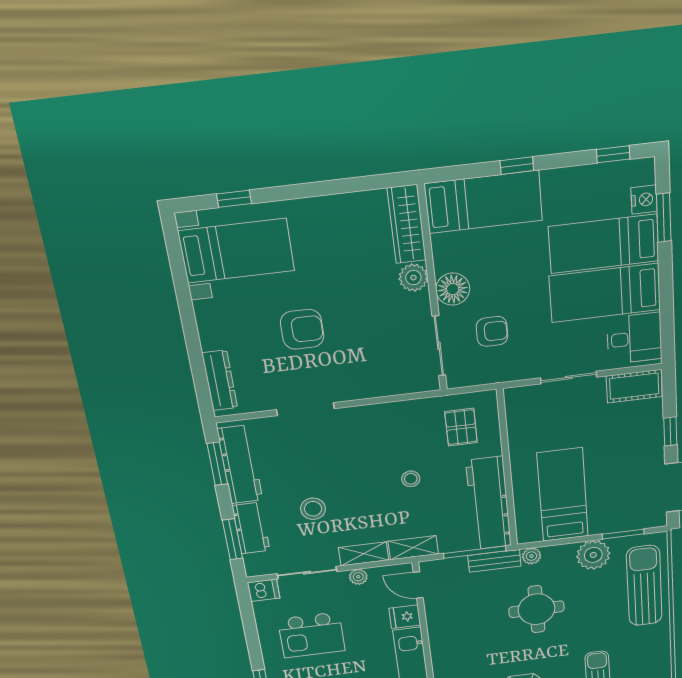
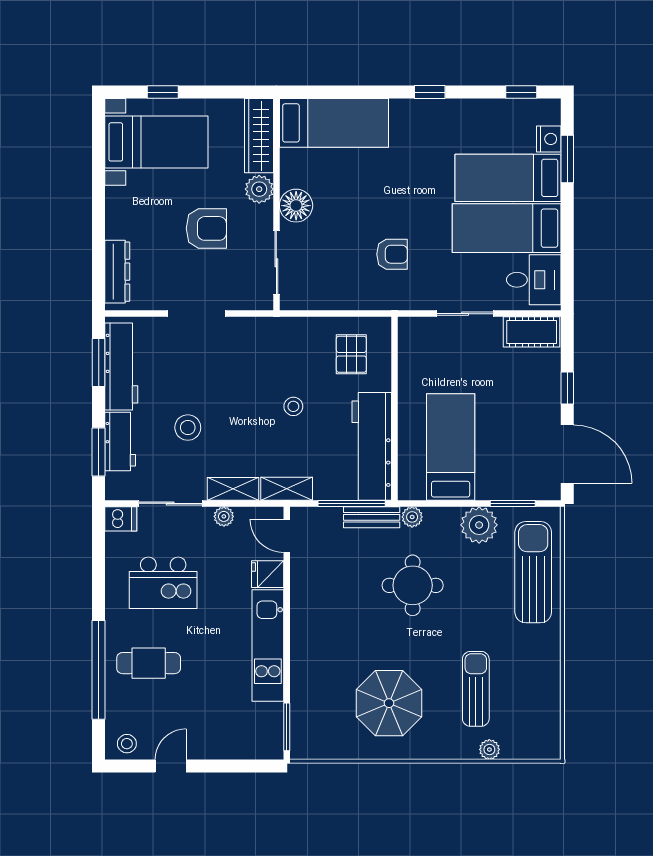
bed: (484, 202) -> (334, 123), moved
wardrobe: (407, 224) -> (259, 136), moved
plant: (413, 278) -> (259, 189), moved
floor lamp: (453, 289) -> (296, 206), moved
wall: (433, 290) -> (276, 204), moved
sliding door: (439, 346) -> (276, 263), moved

